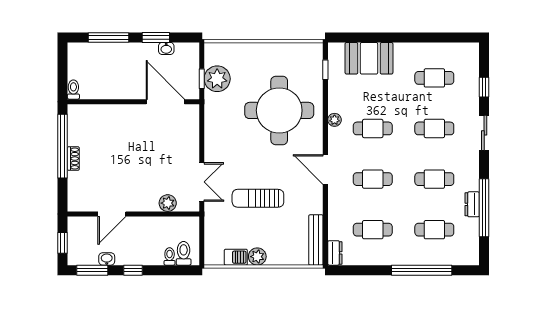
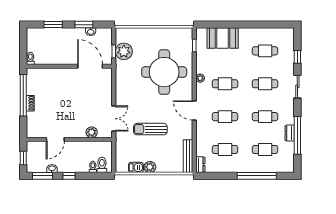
window: (108, 37) -> (53, 25), width x0.69

